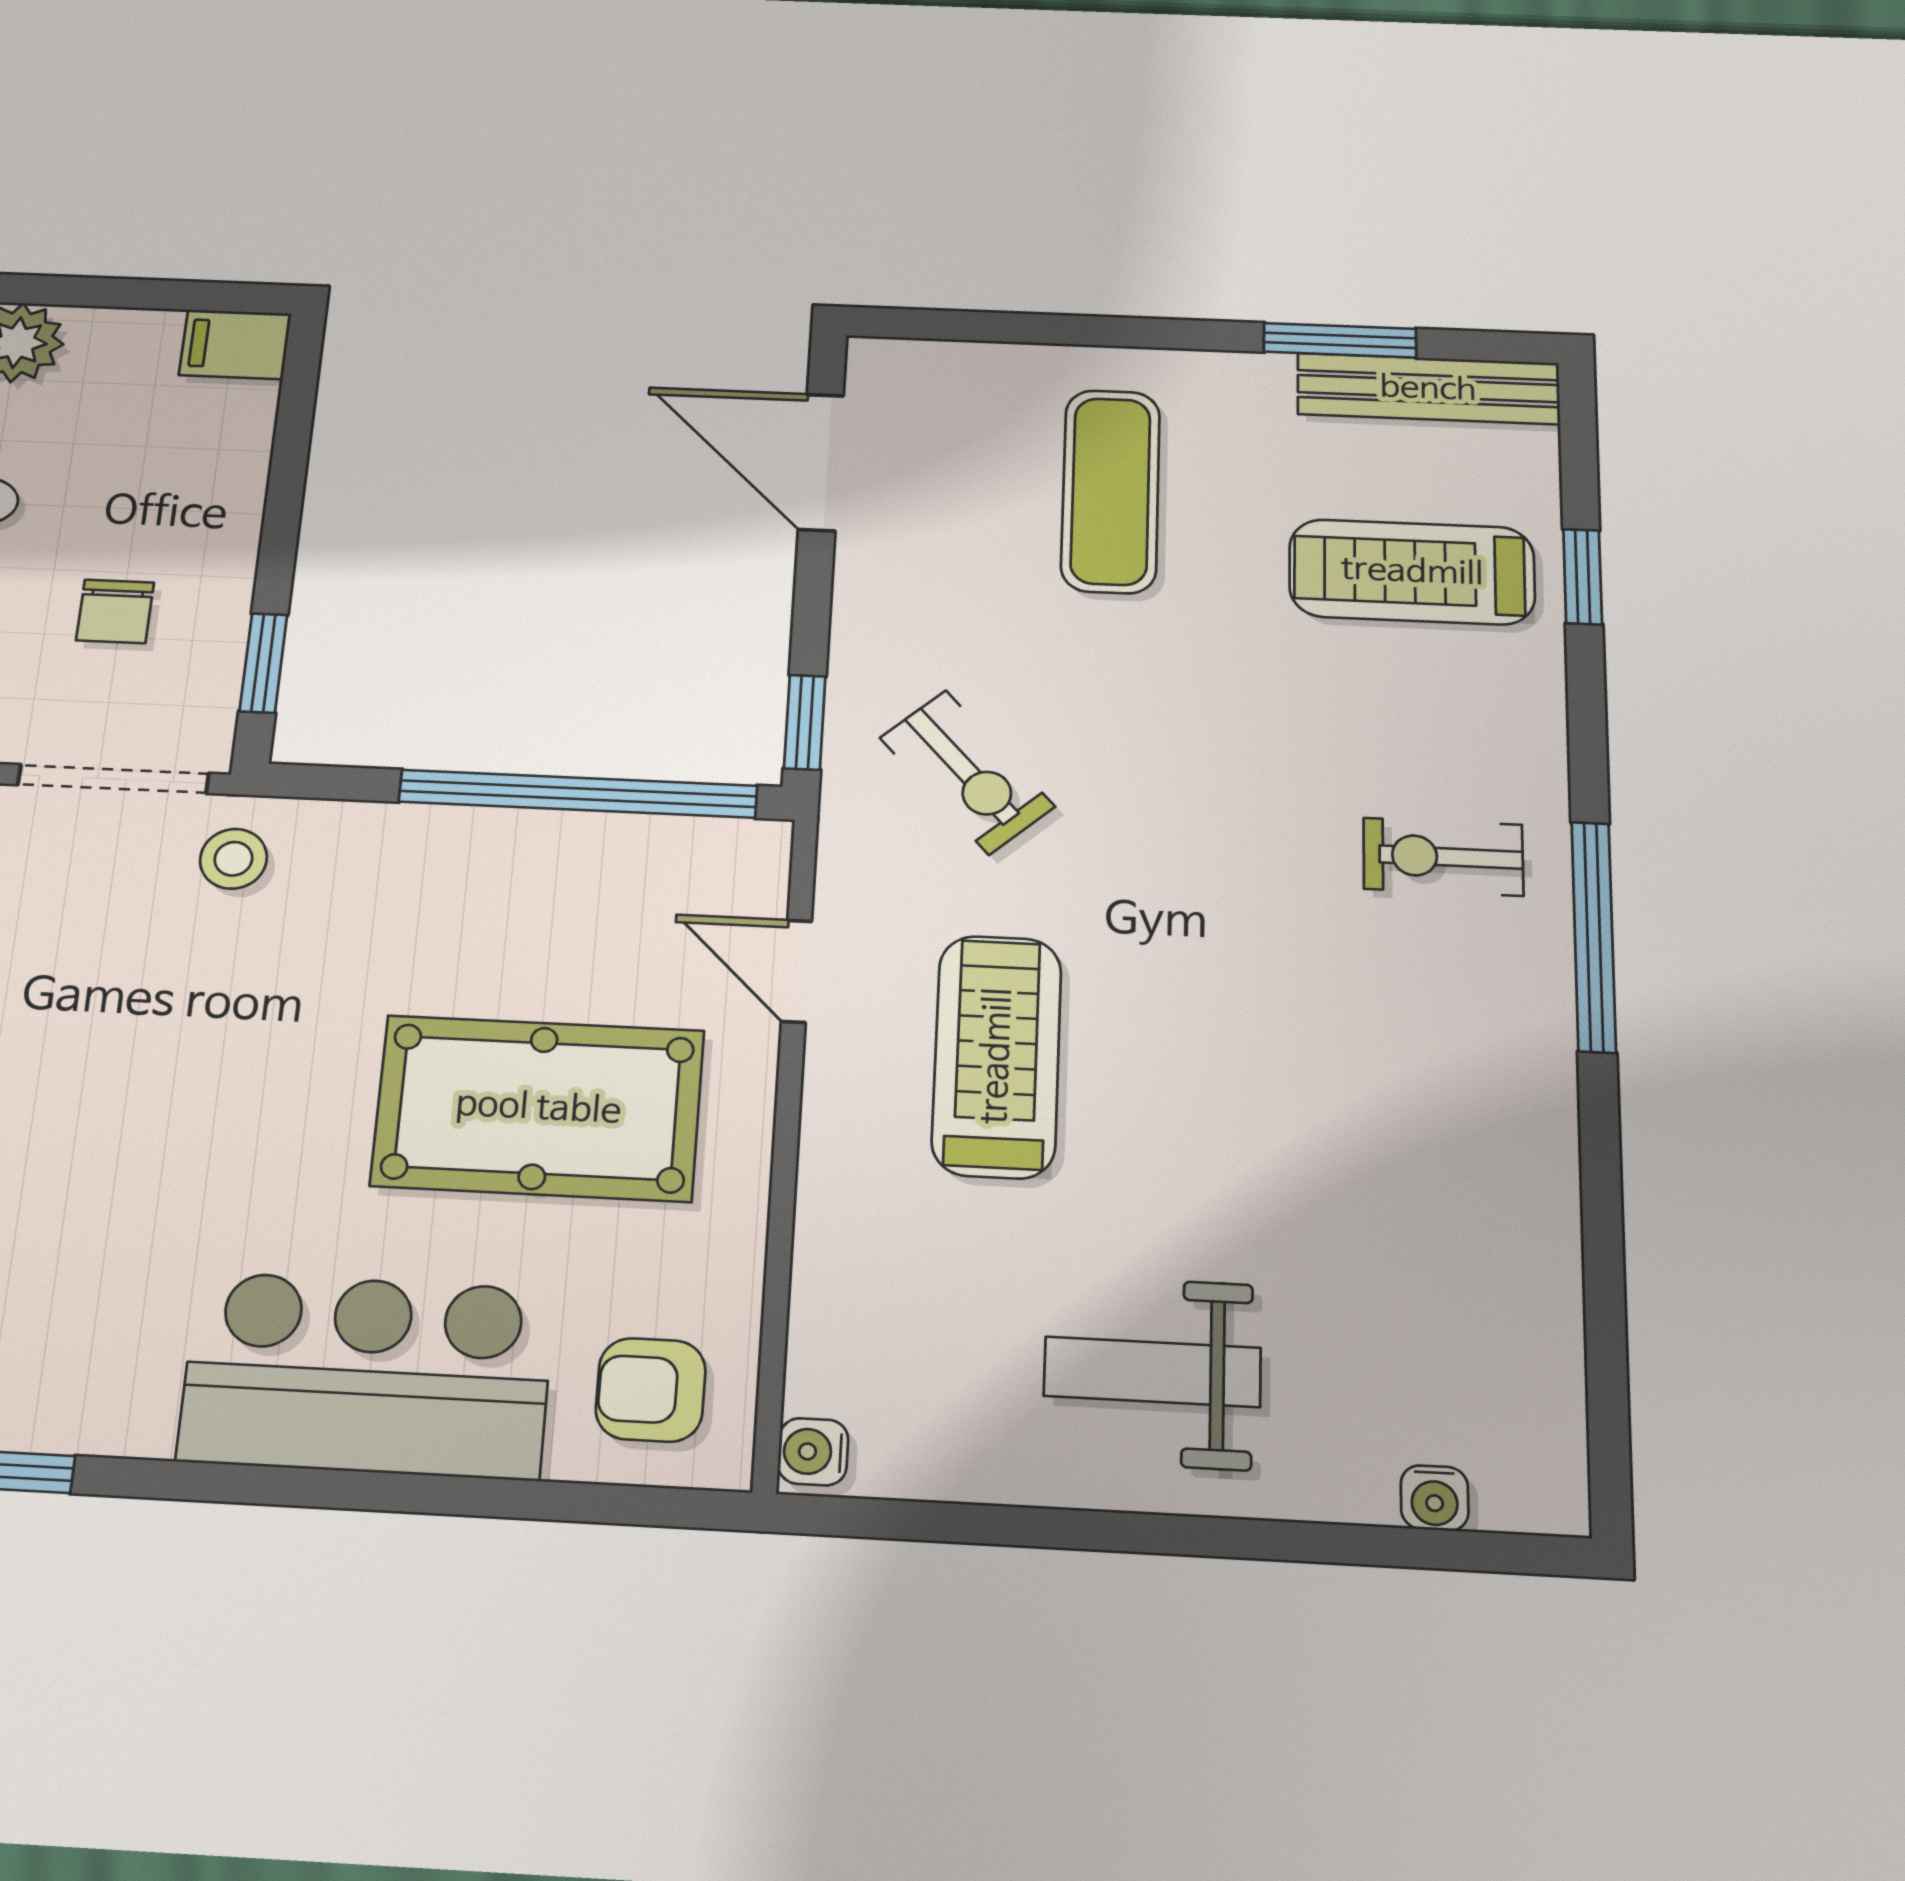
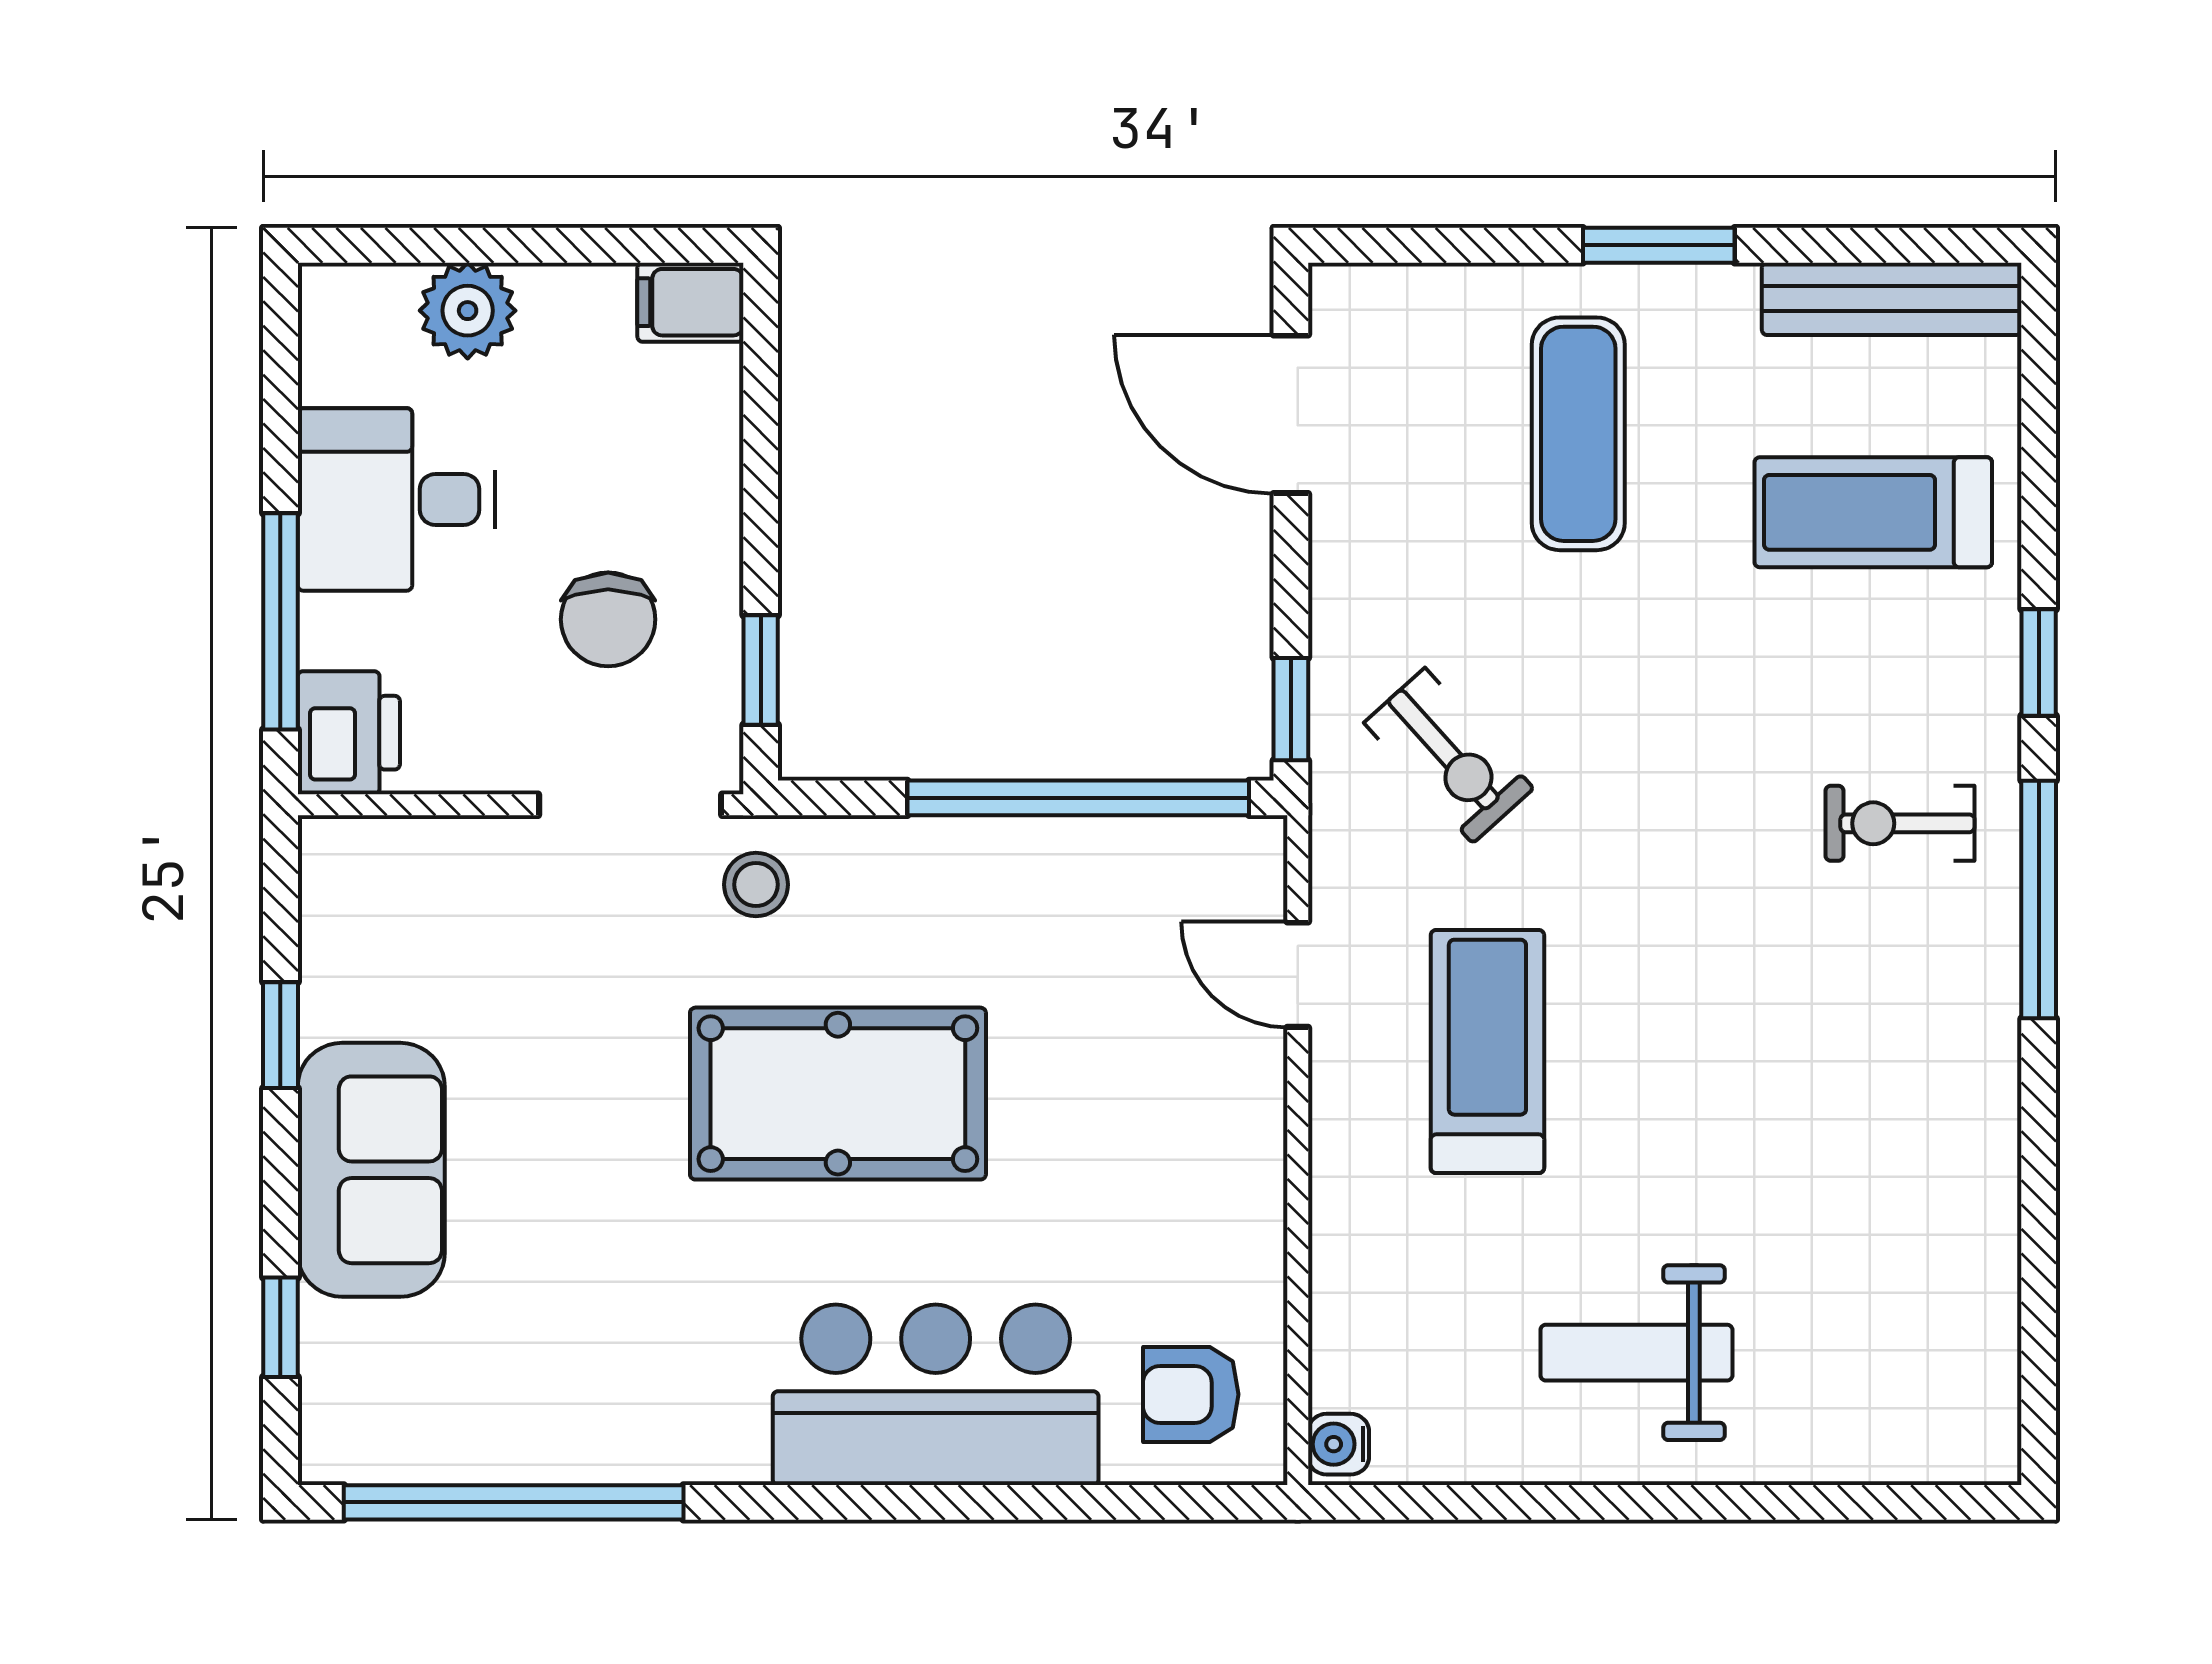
window: (1340, 340) -> (1659, 245), moved
window: (1583, 577) -> (2039, 662), moved
chair: (115, 611) -> (608, 619), width x1.37, depth x1.37
pool table: (538, 1108) -> (838, 1094), moved
water cooler: (1435, 1498) -> (1885, 1456), removed

